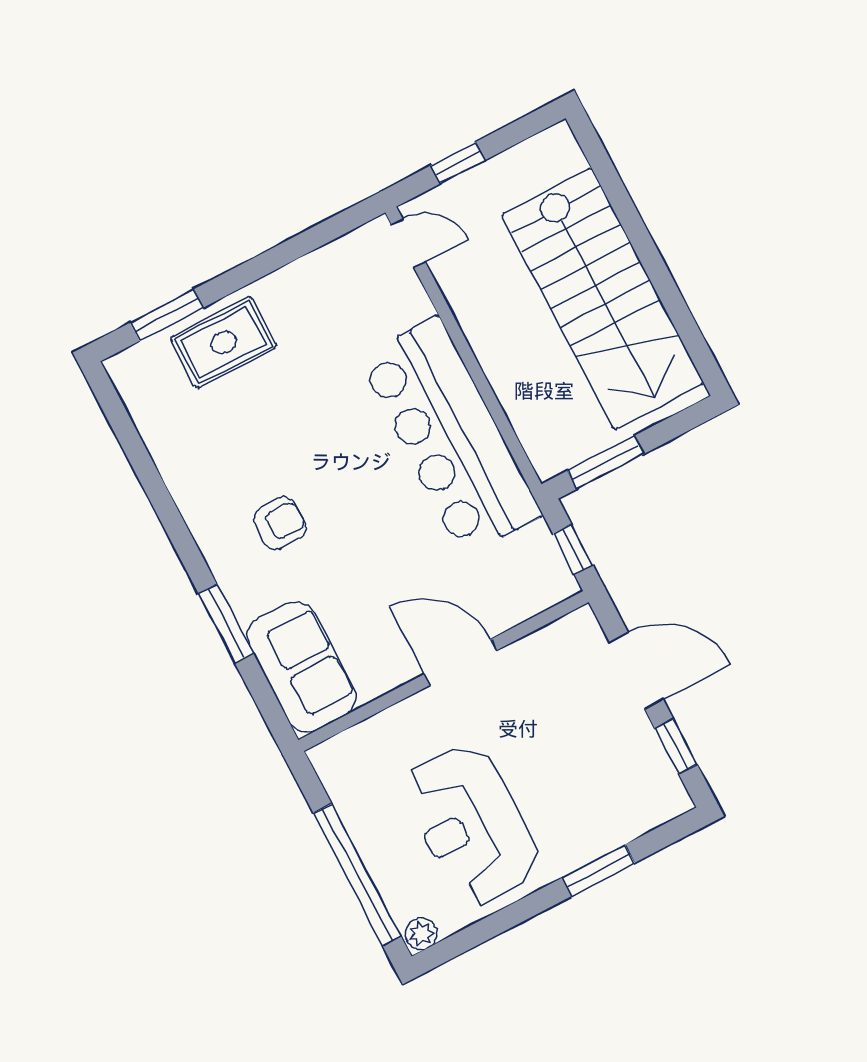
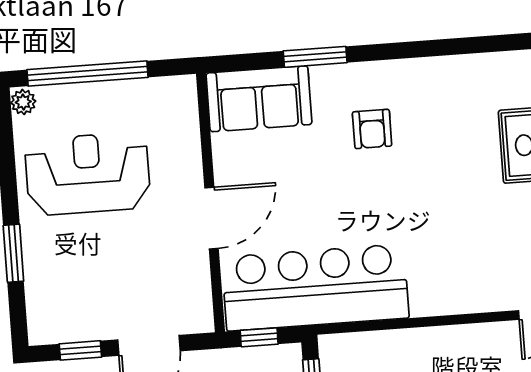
bar counter: (450, 436) -> (315, 288), moved

